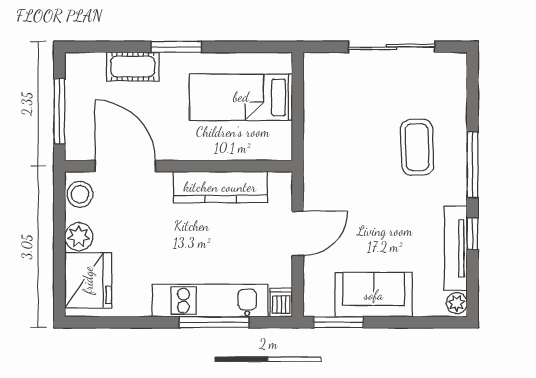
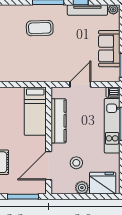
bed: (241, 97) -> (35, 111), moved
stool: (80, 194) -> (76, 163), moved
door: (298, 233) -> (80, 84), hinge flipped

